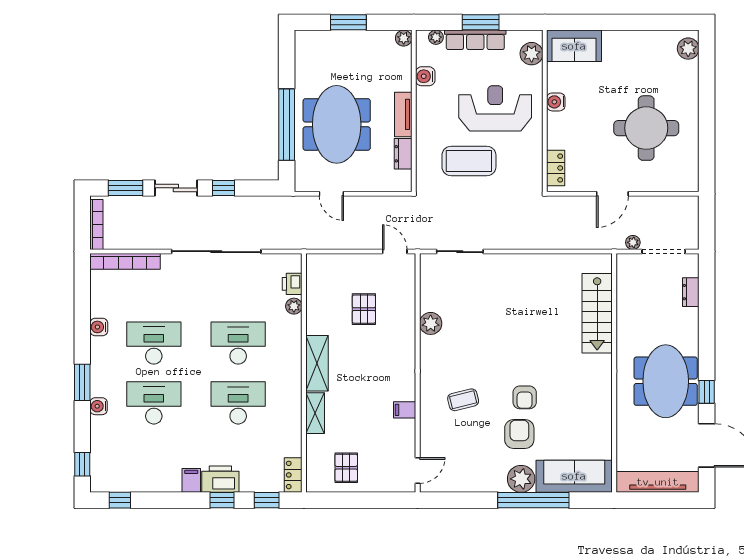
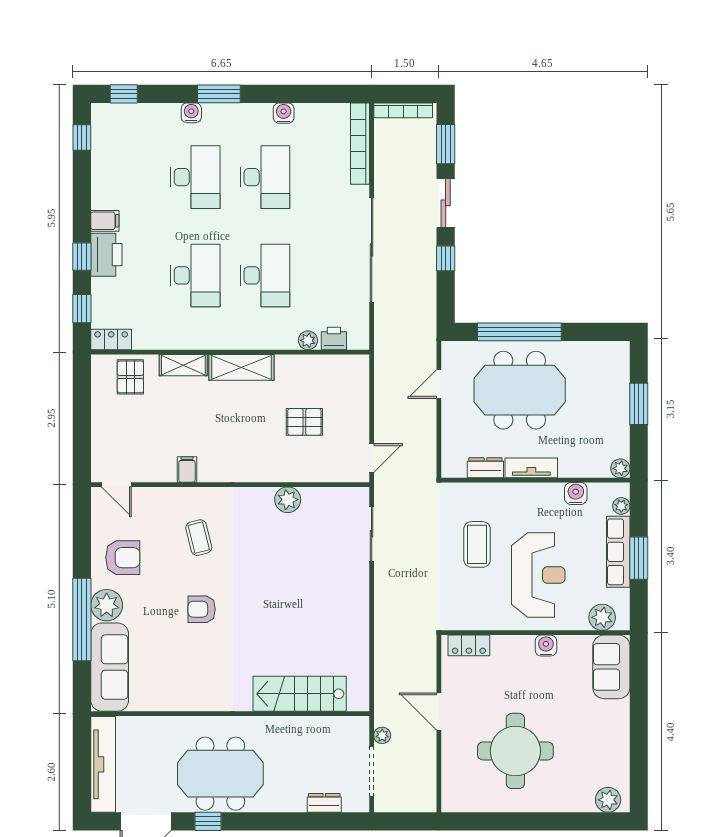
coffee table: (469, 161) -> (477, 544), width x0.73, depth x0.76
armchair: (519, 434) -> (123, 558), moved
pallet: (346, 468) -> (130, 377), moved, turned 90

